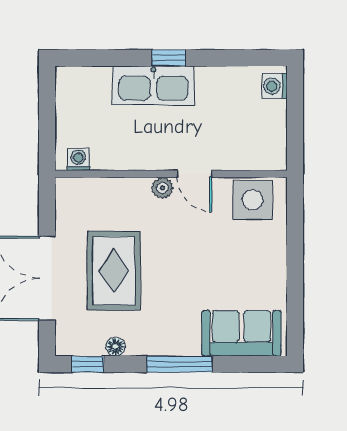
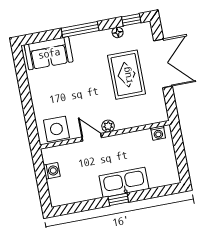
washing machine: (274, 86) -> (52, 171), moved

